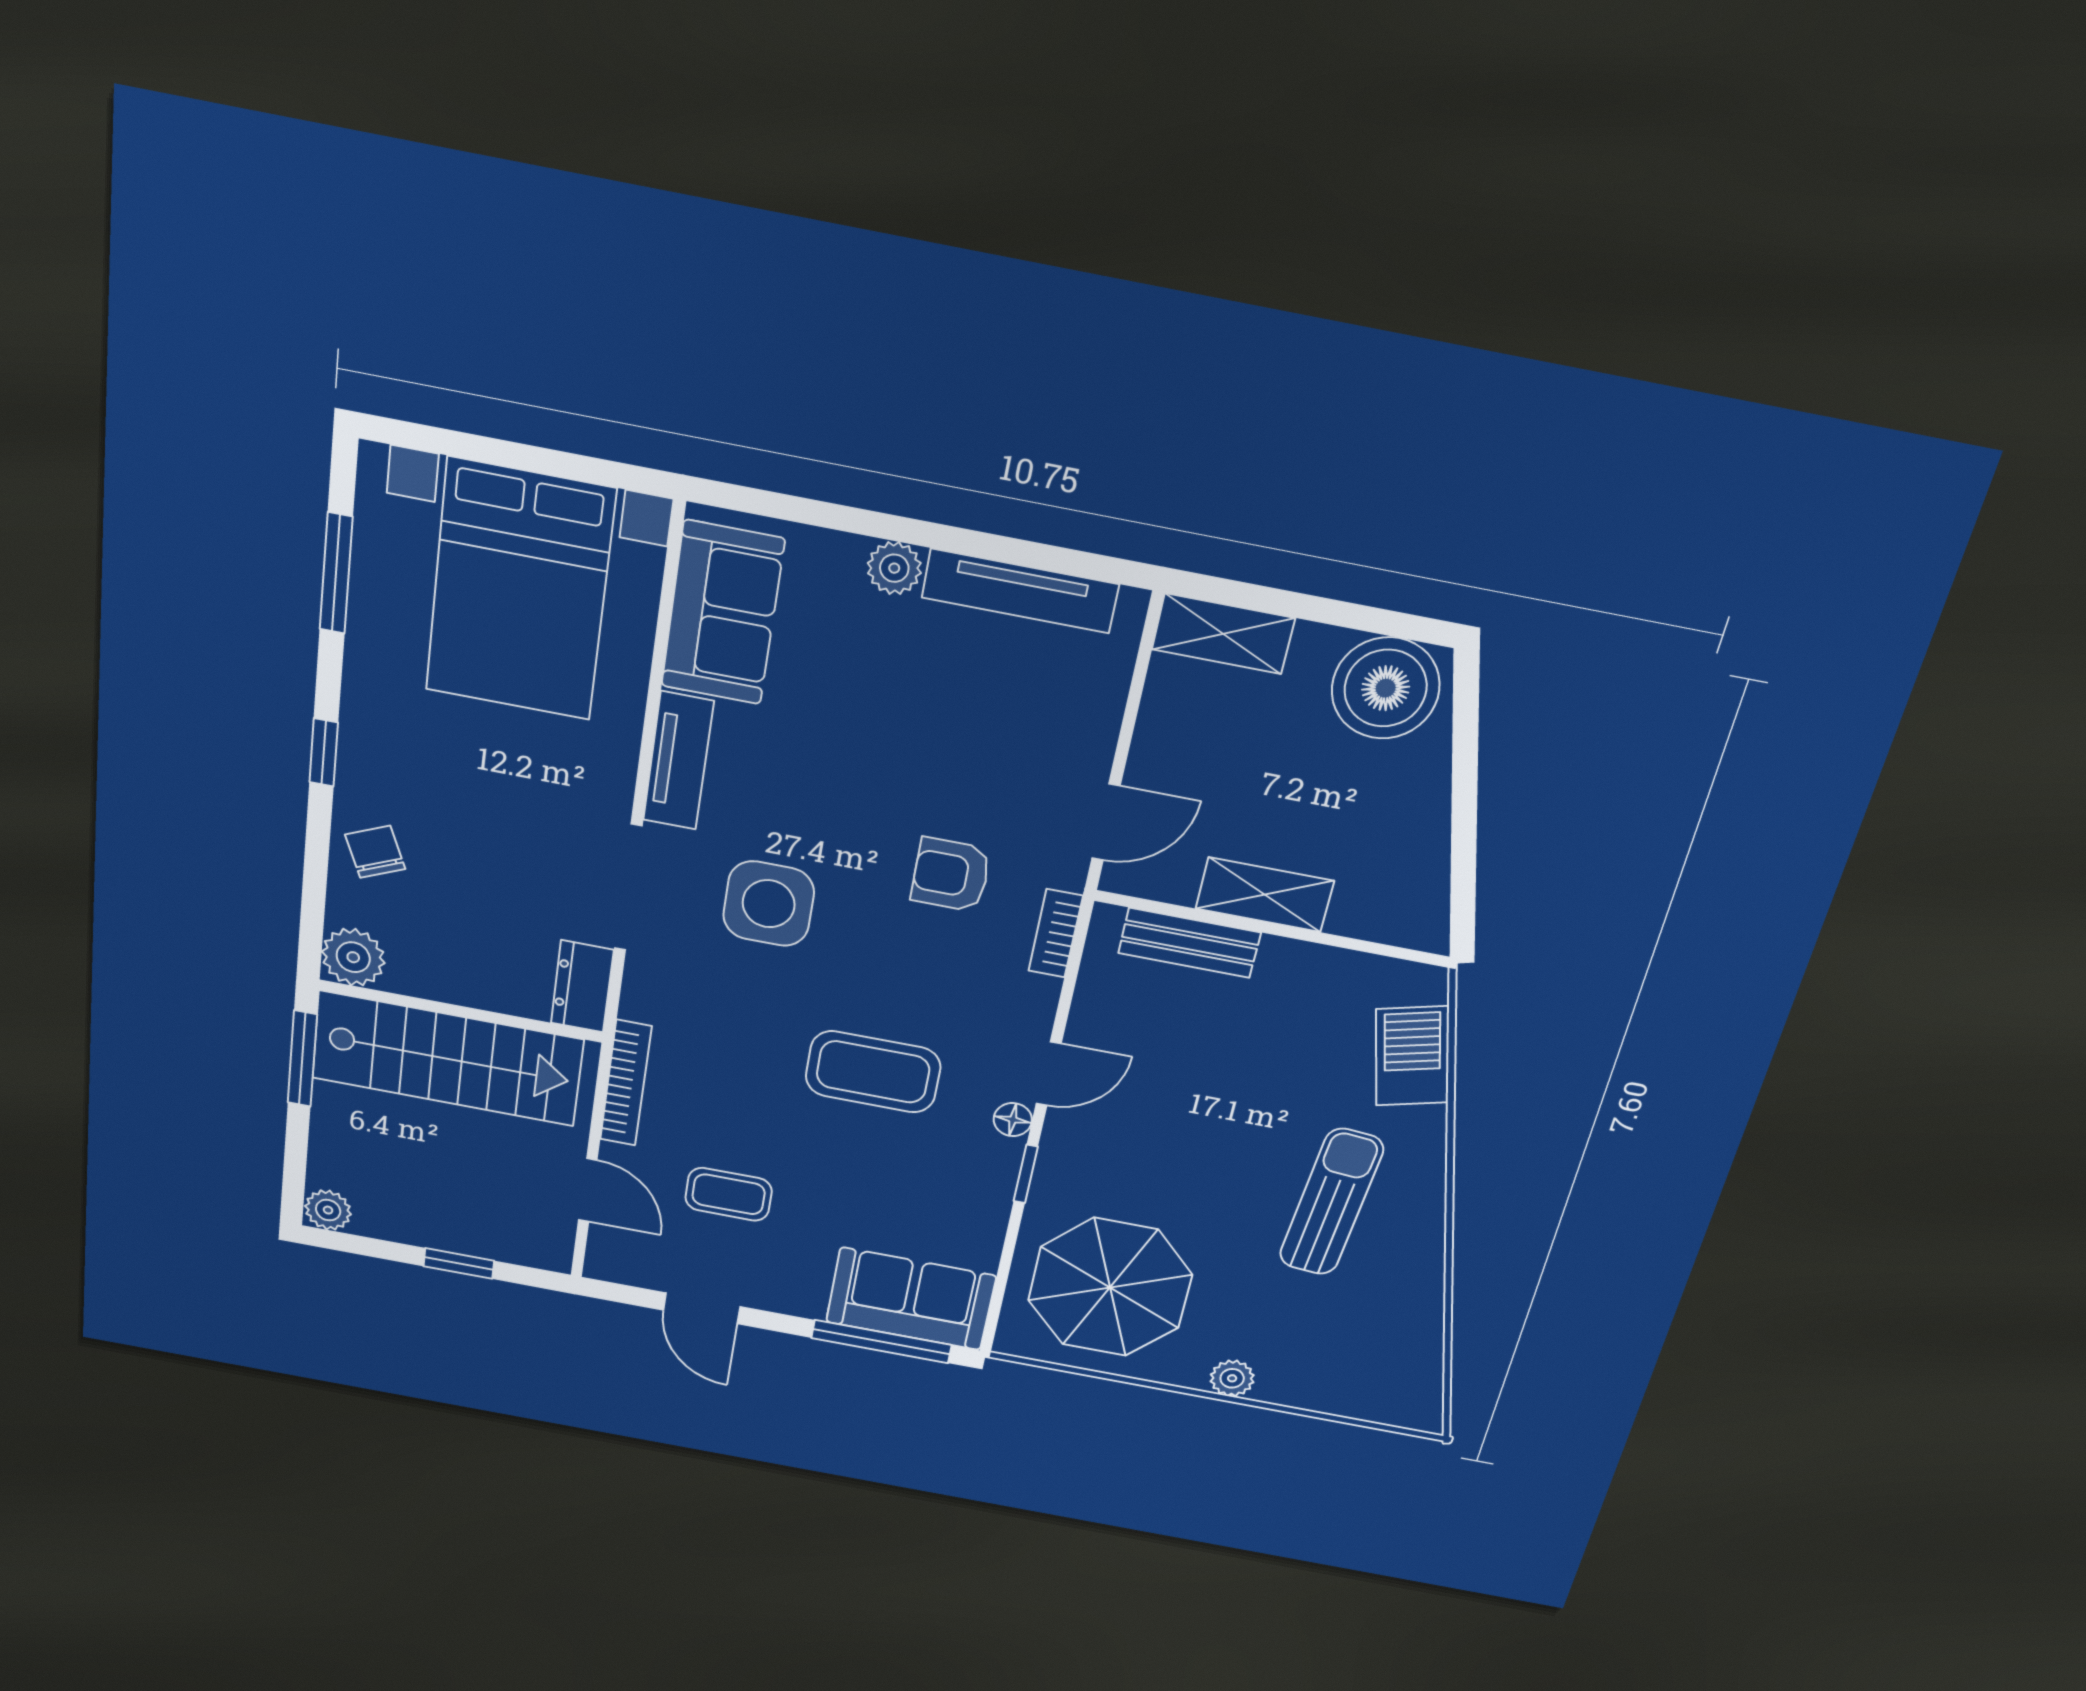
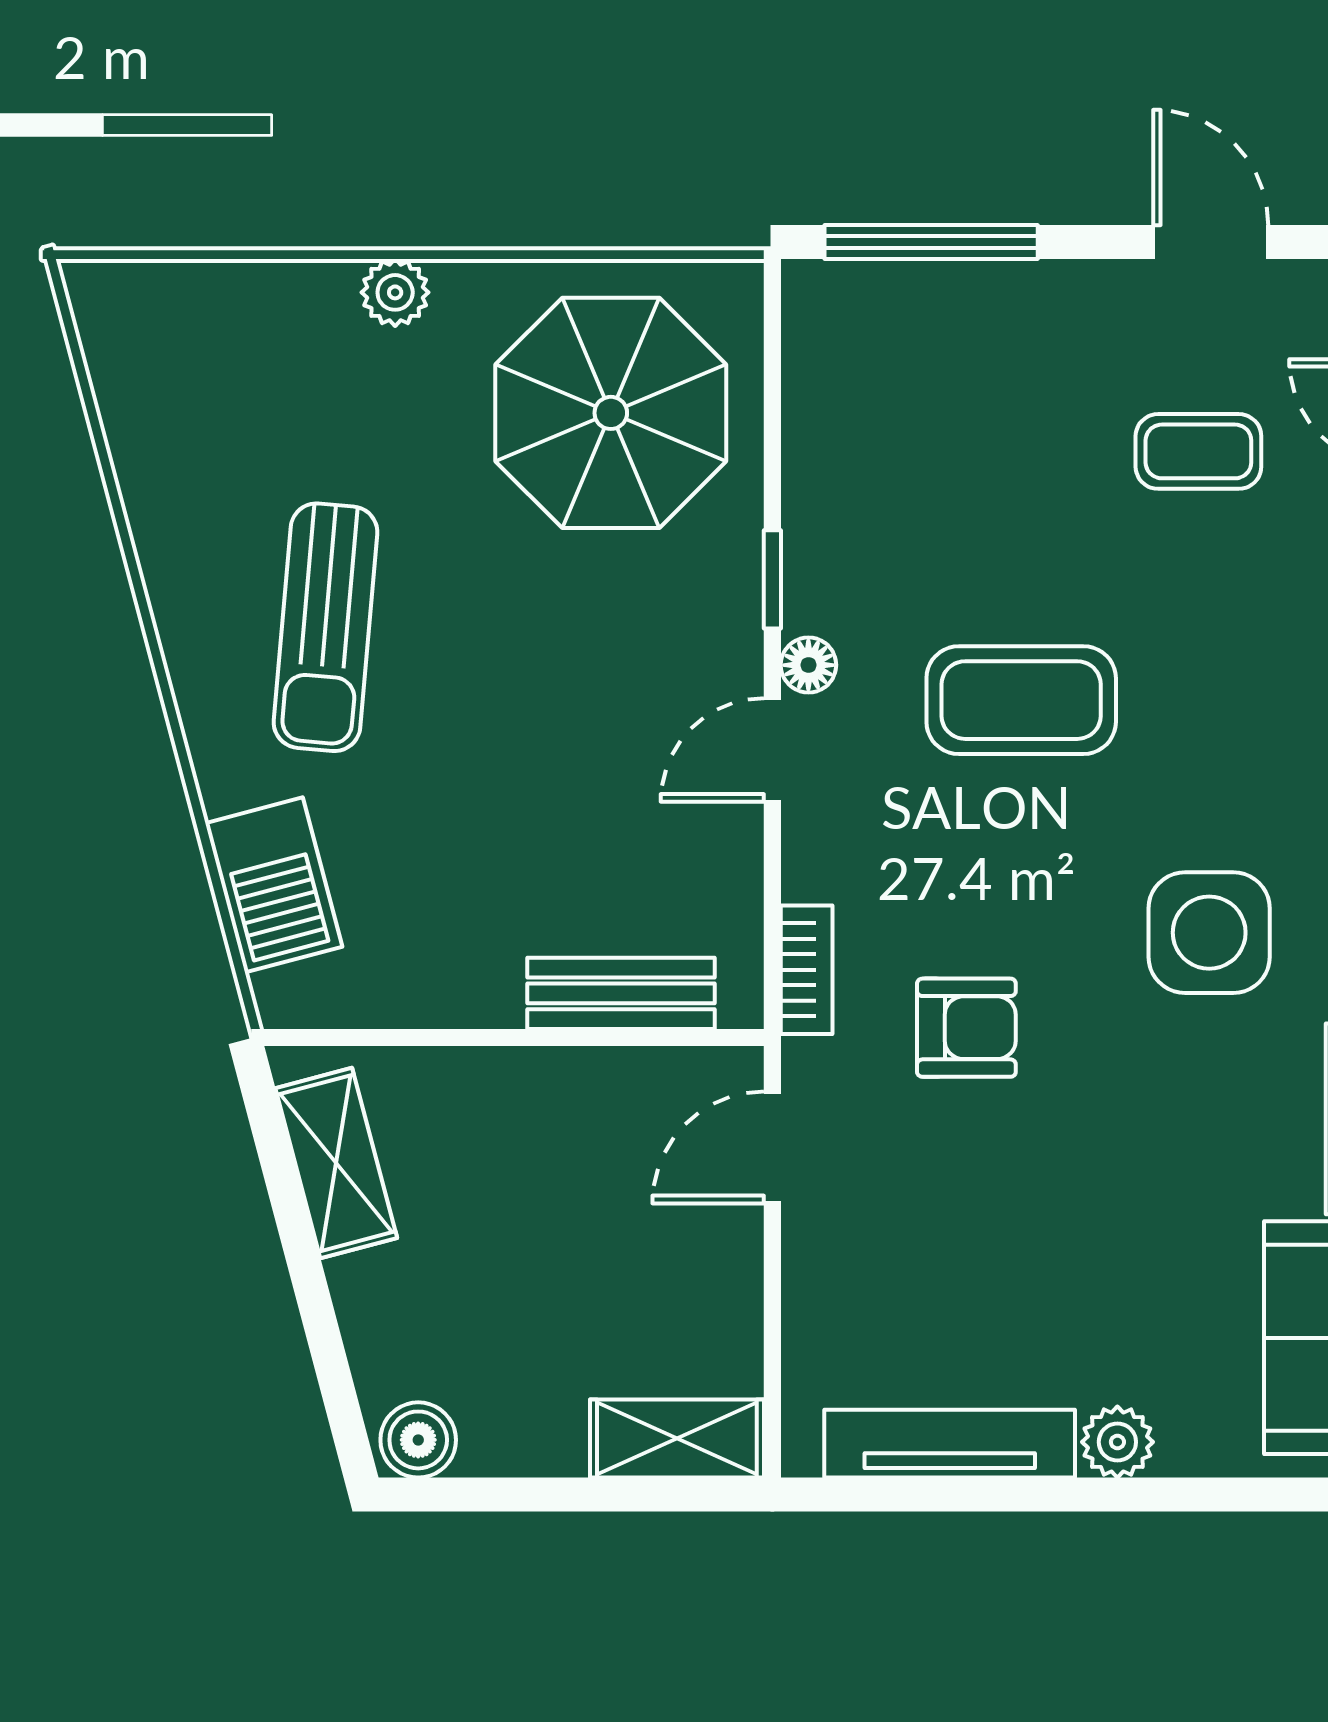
boiler: (1386, 688) -> (418, 1440), width x0.54, depth x0.54
shelving: (1265, 895) -> (336, 1163), moved, turned 75
sofa: (911, 1299) -> (900, 328), removed

